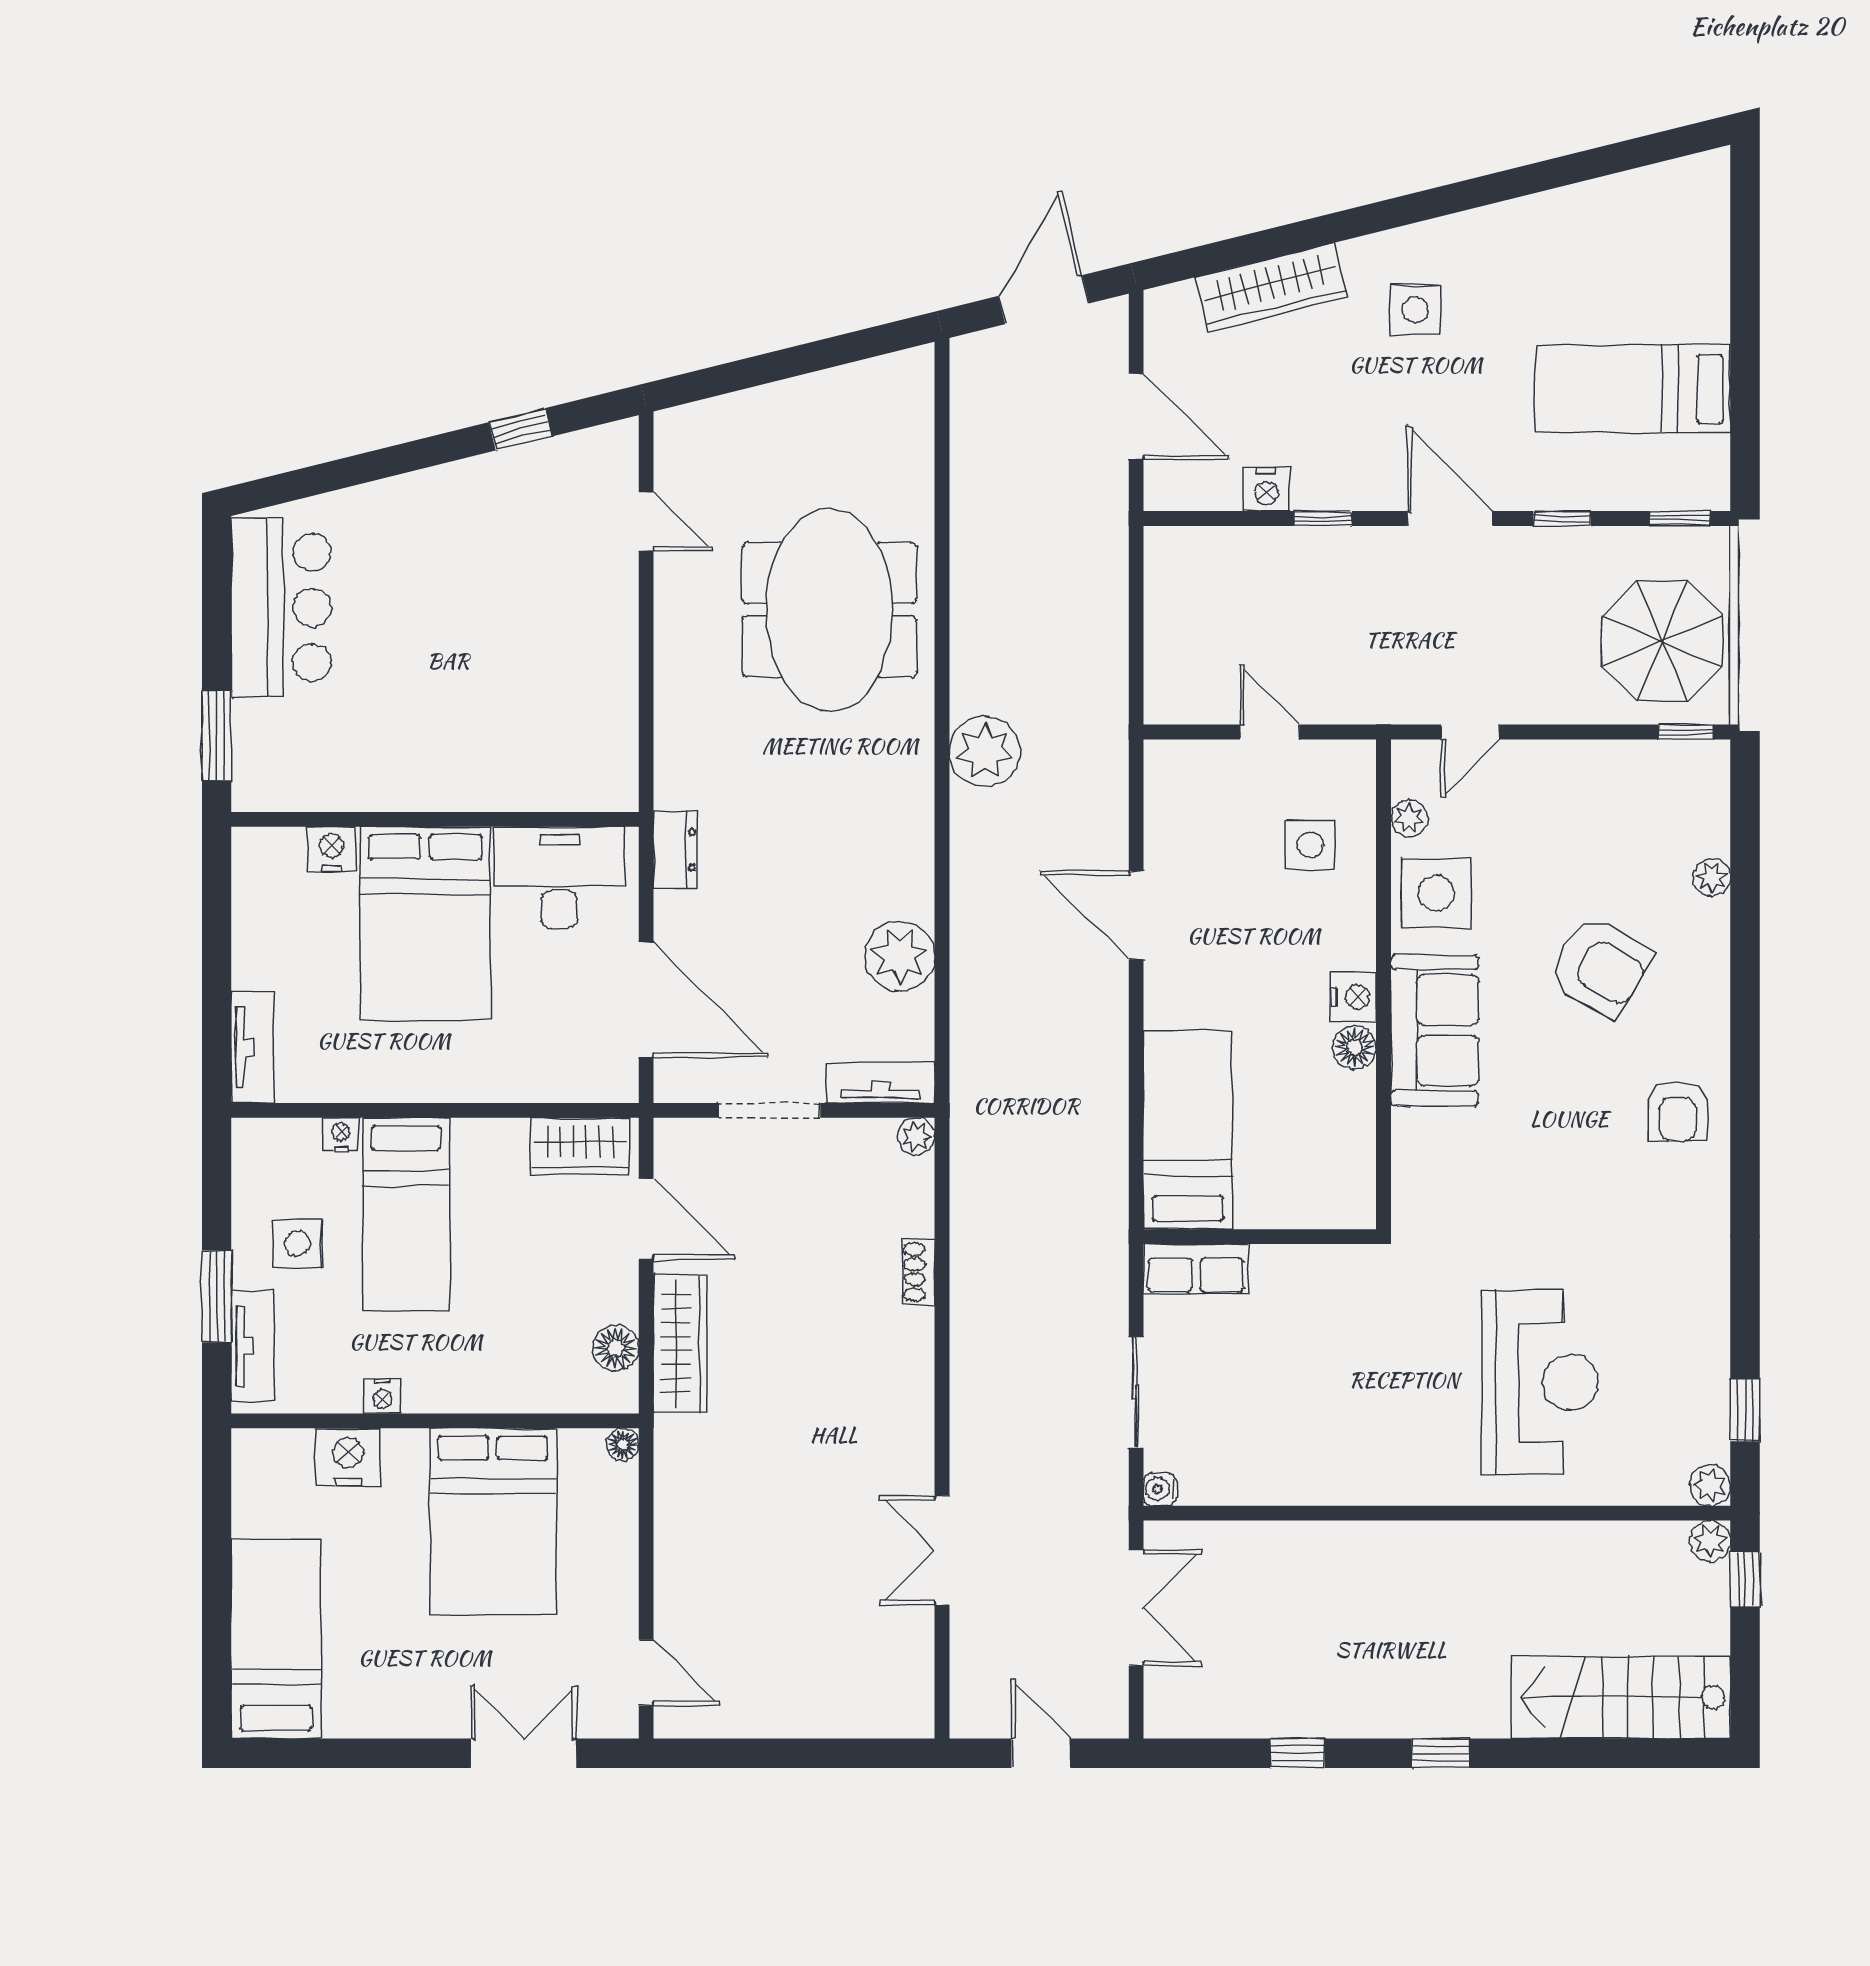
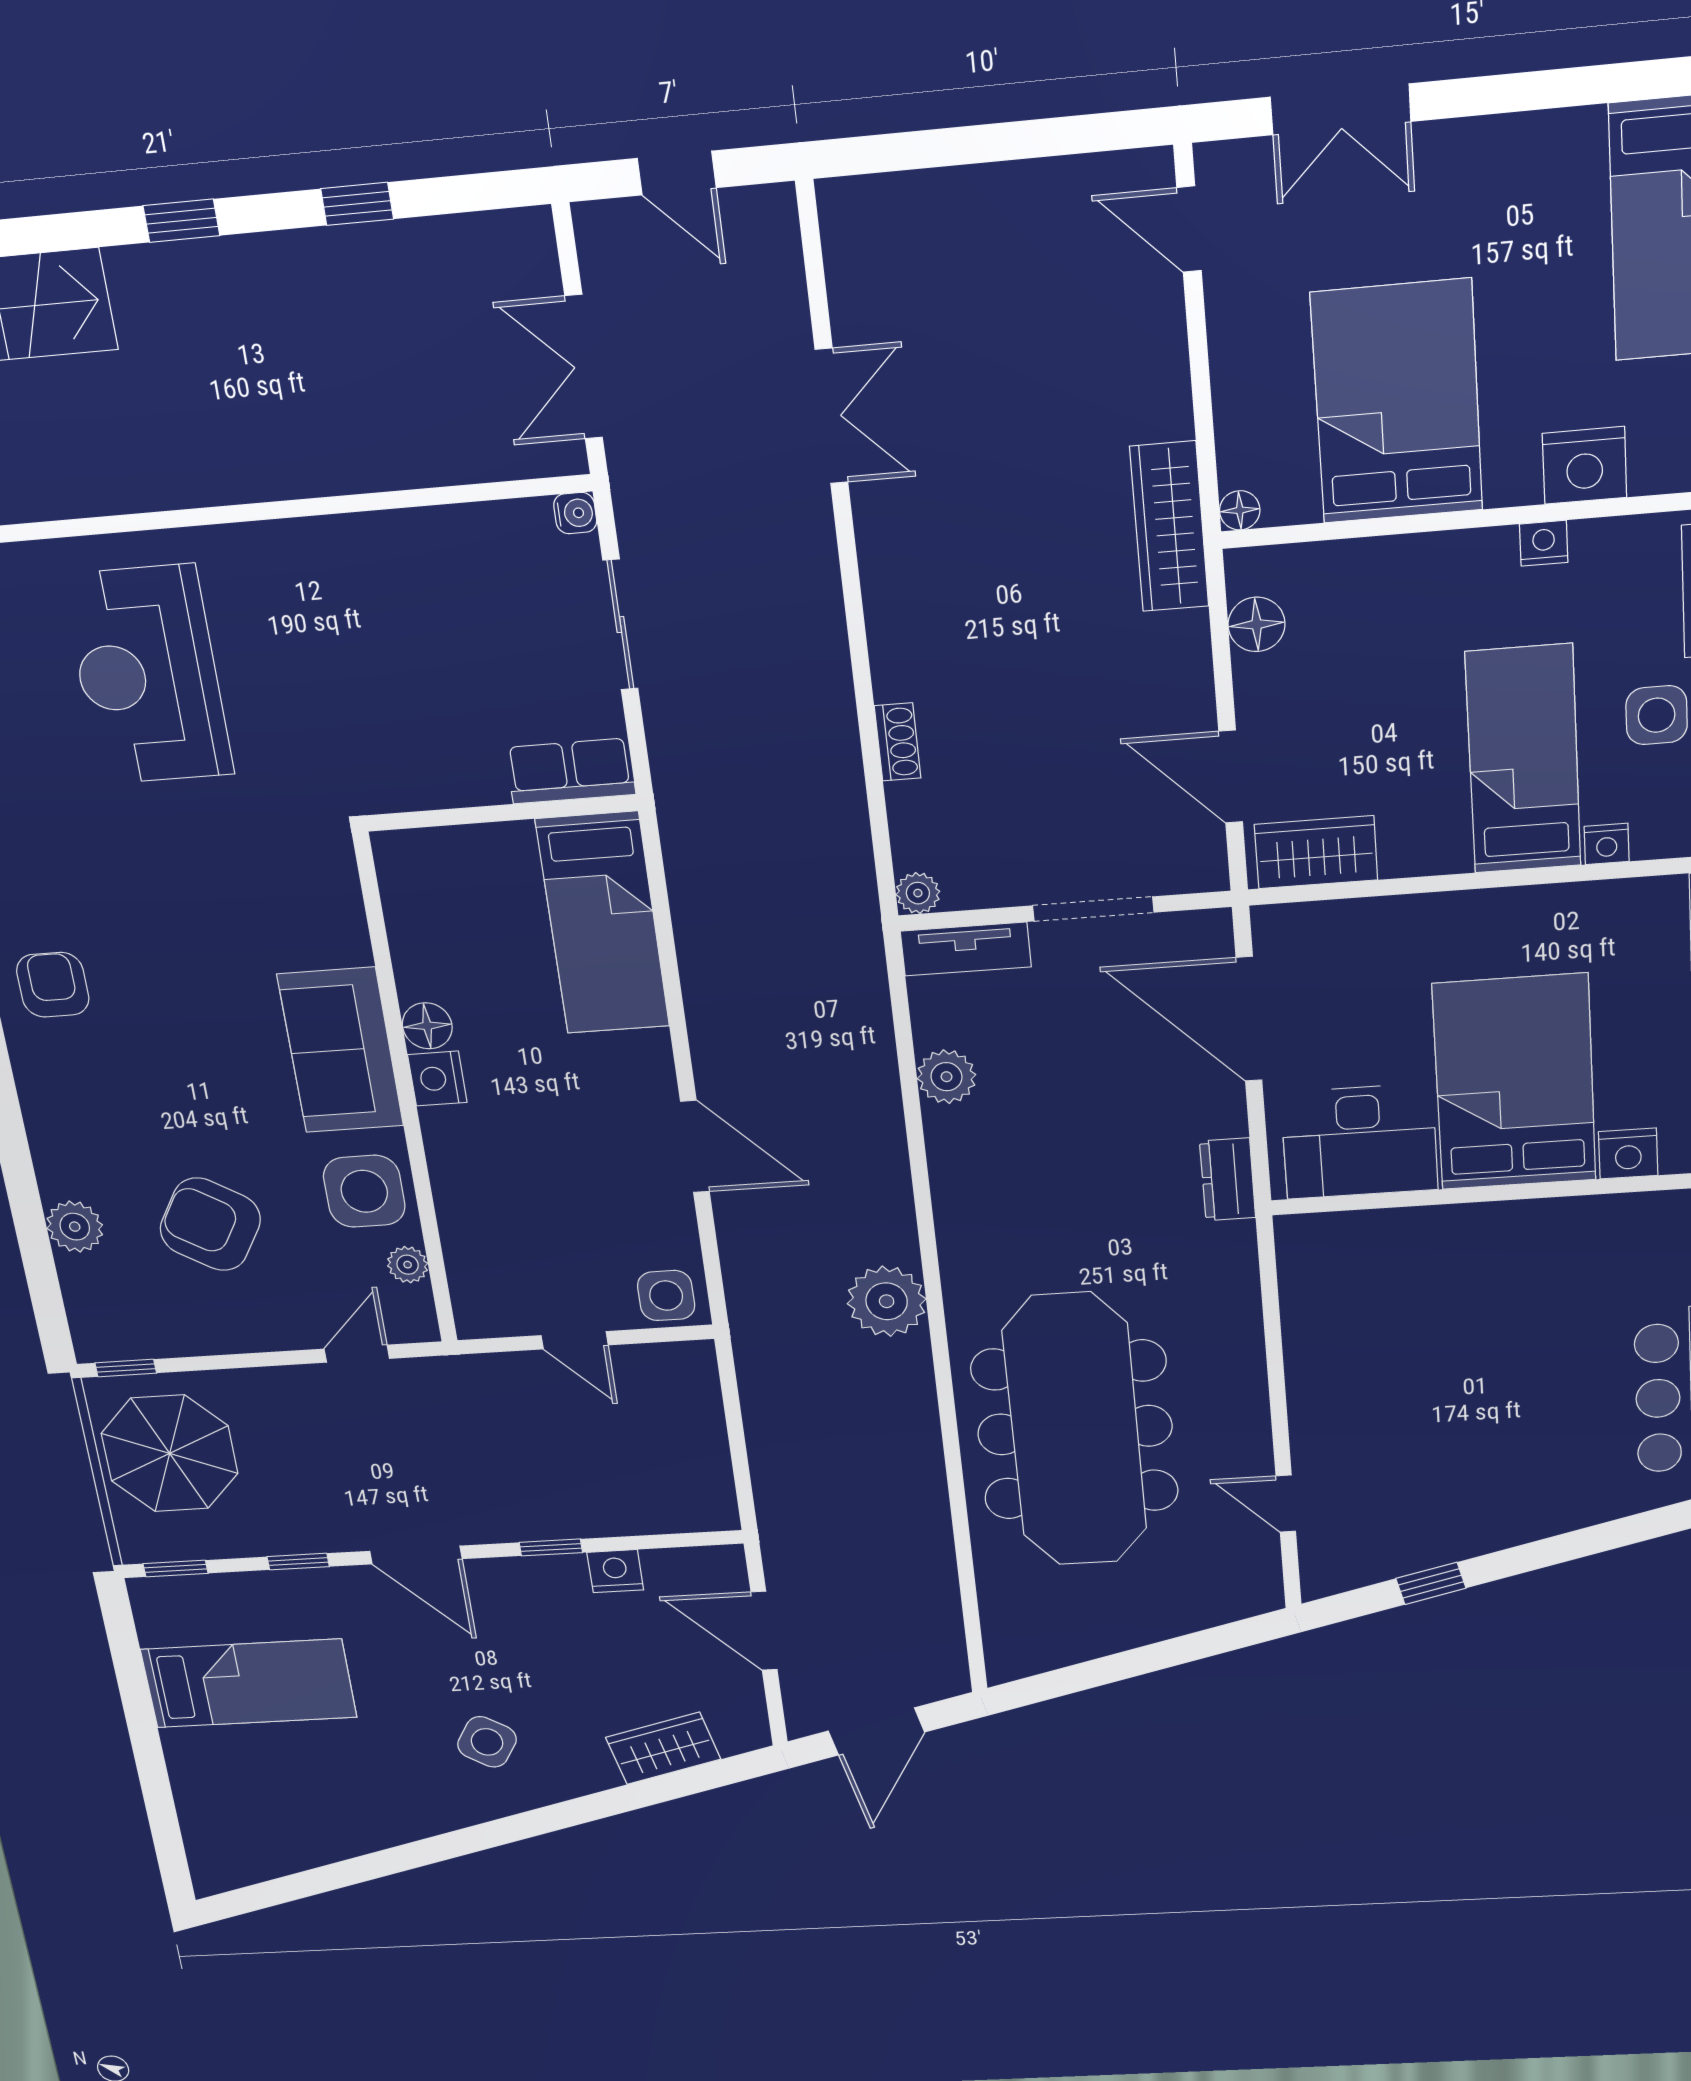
wardrobe: (1271, 287) -> (663, 1748), width x0.67
side table: (1415, 310) -> (487, 1742), turned 32
meeting table: (829, 610) -> (1075, 1430), width x1.36
side table: (1310, 845) -> (666, 1296), moved
plant: (1712, 877) -> (75, 1227), width x1.38, depth x1.38
plant: (900, 956) -> (946, 1077), width x0.73, depth x0.73
armchair: (1600, 967) -> (210, 1224), moved
wardrobe: (680, 1343) -> (1169, 527), moved

